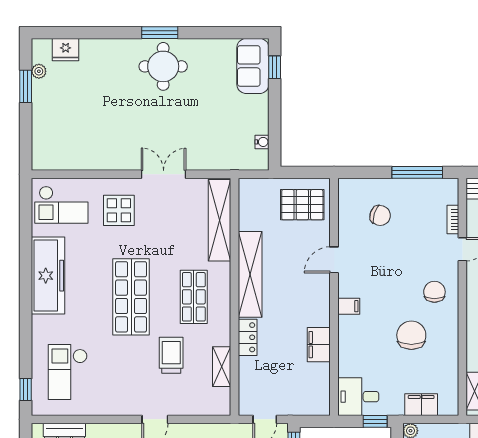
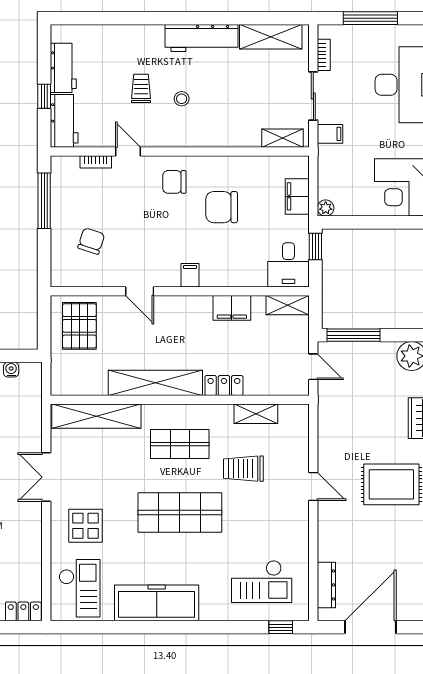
locker: (40, 153) -> (23, 611), added
shelving: (321, 396) -> (288, 305), added

